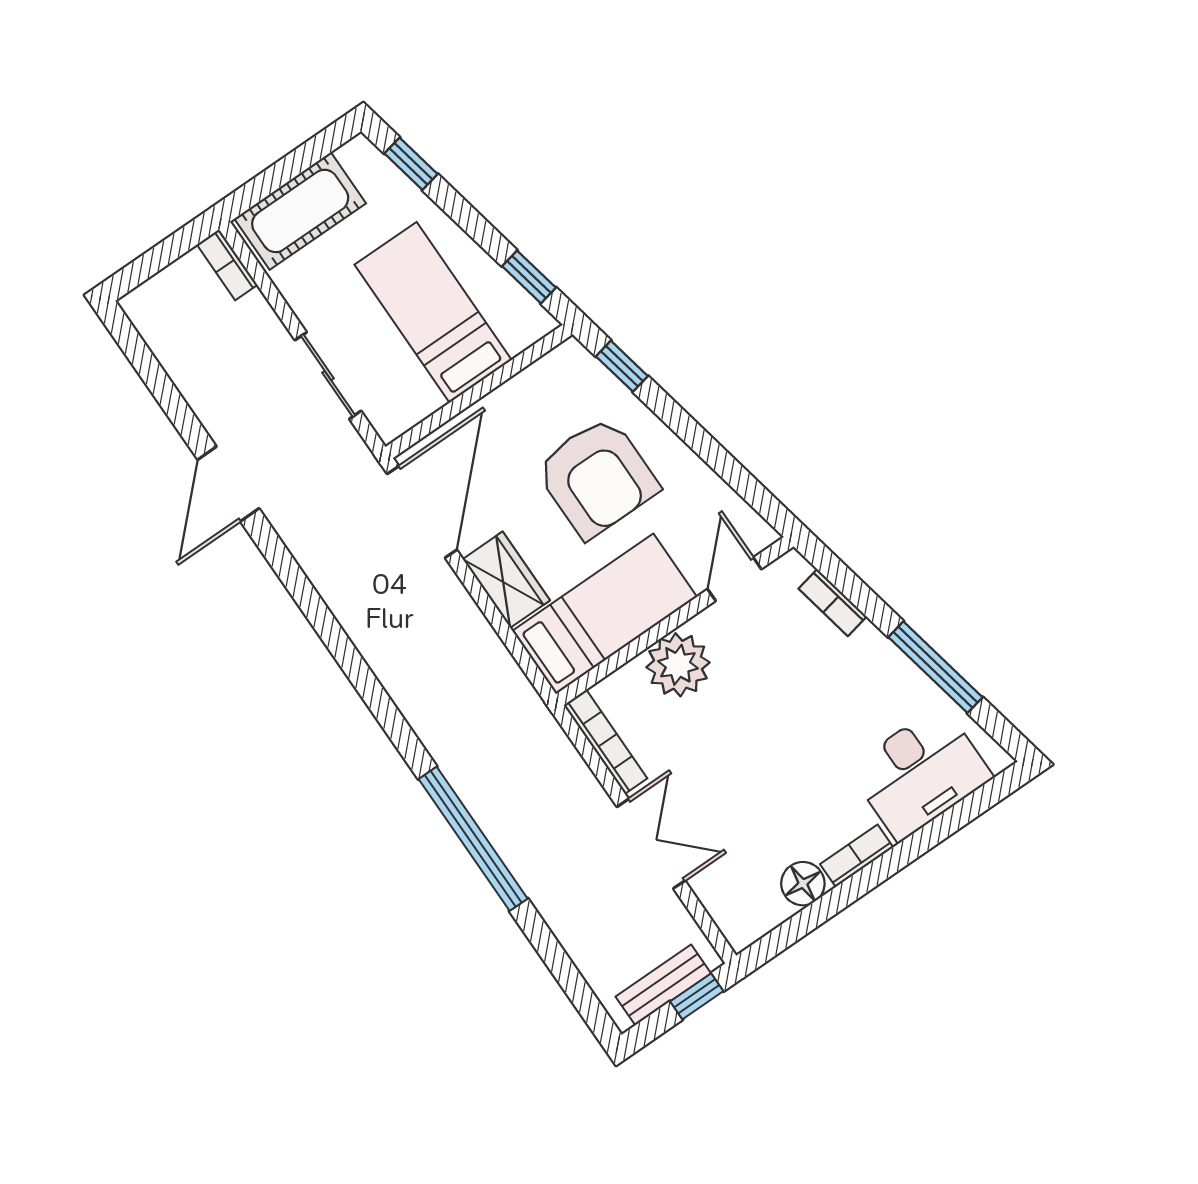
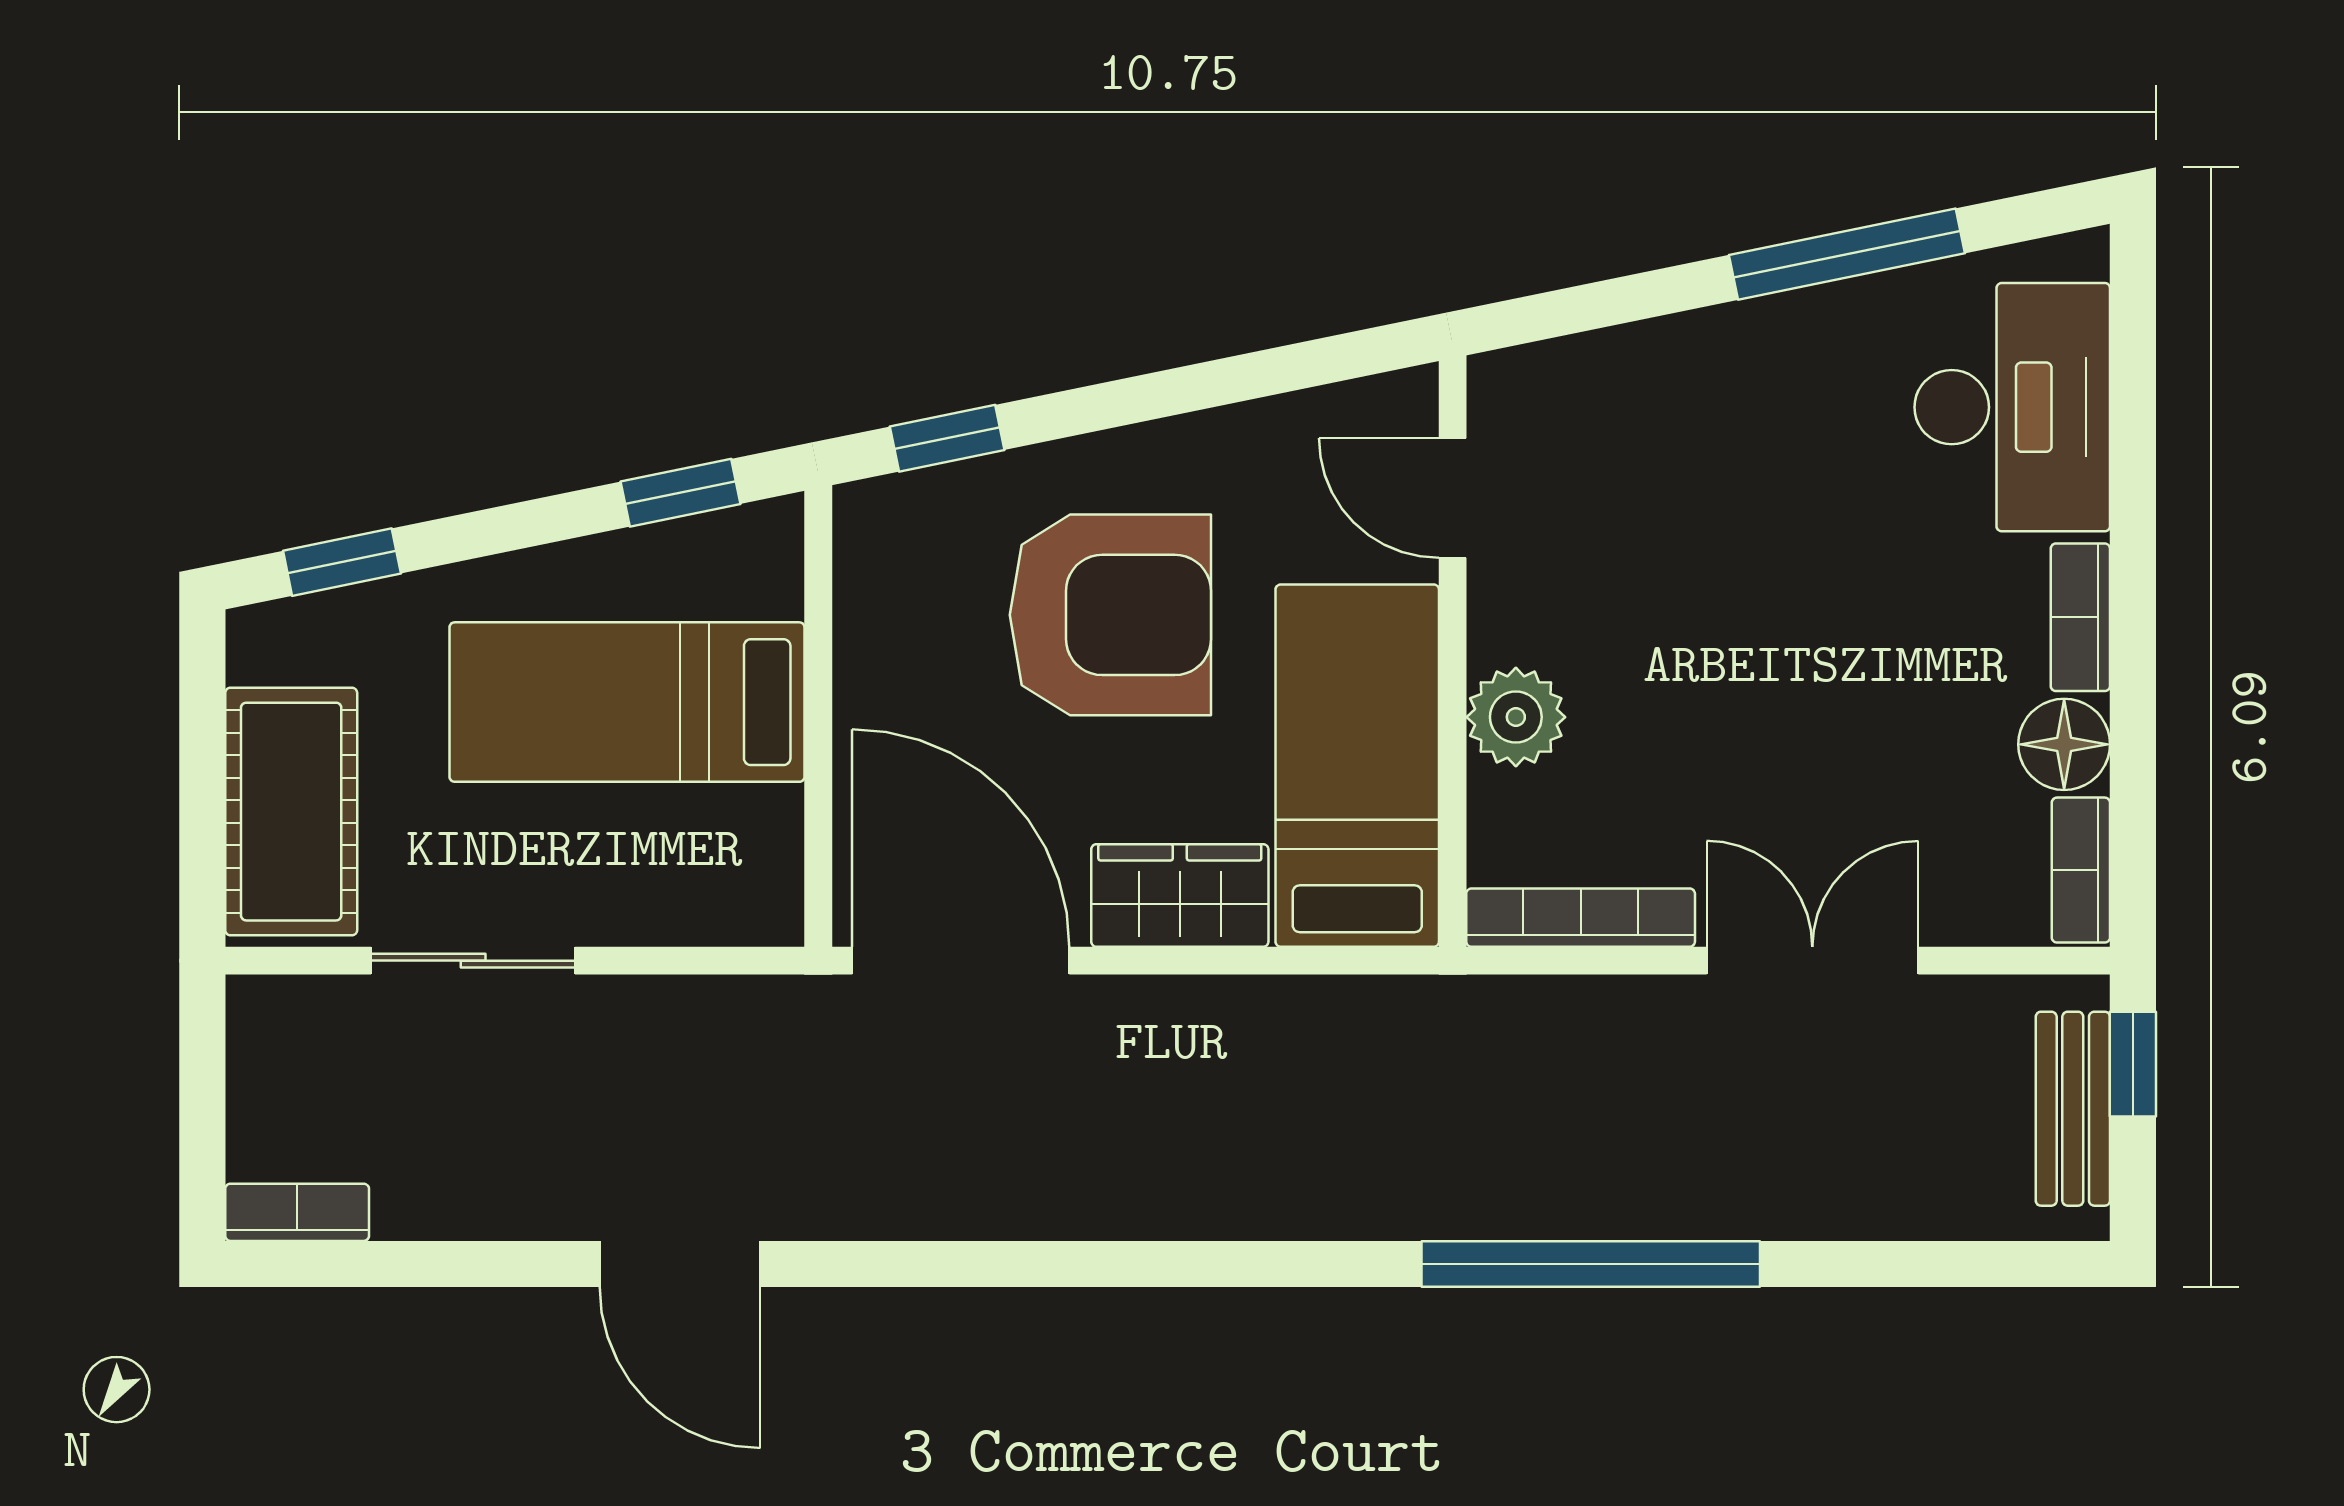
bookcase: (227, 265) -> (297, 1212), moved, turned 180
sliding door: (328, 376) -> (473, 961), moved
bookcase: (833, 603) -> (2081, 870), moved, turned 102
plant: (678, 665) -> (1516, 717), width x0.73, depth x0.73

